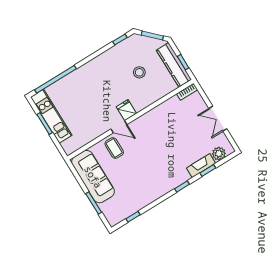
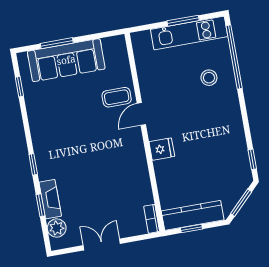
stool: (139, 72) -> (209, 78), moved
fridge: (126, 110) -> (162, 149), moved
sofa: (93, 177) -> (66, 60), moved

